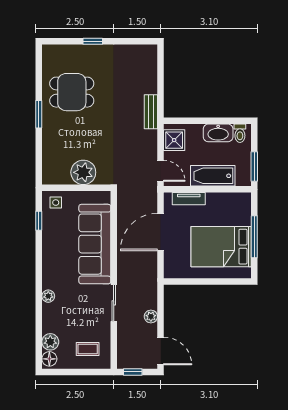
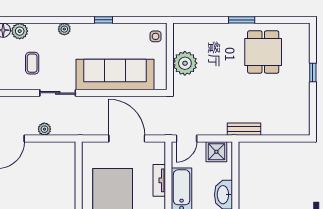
tv unit: (189, 199) -> (159, 180), moved
window: (39, 221) -> (103, 20), moved
coffee table: (88, 349) -> (32, 63), moved

